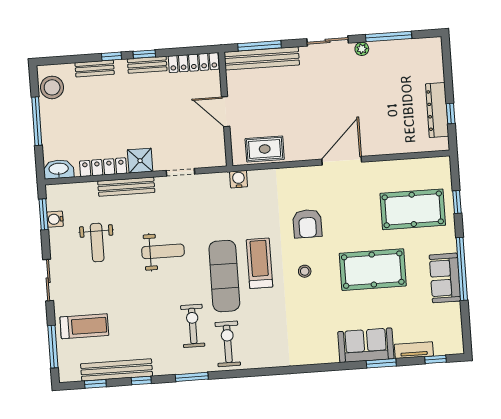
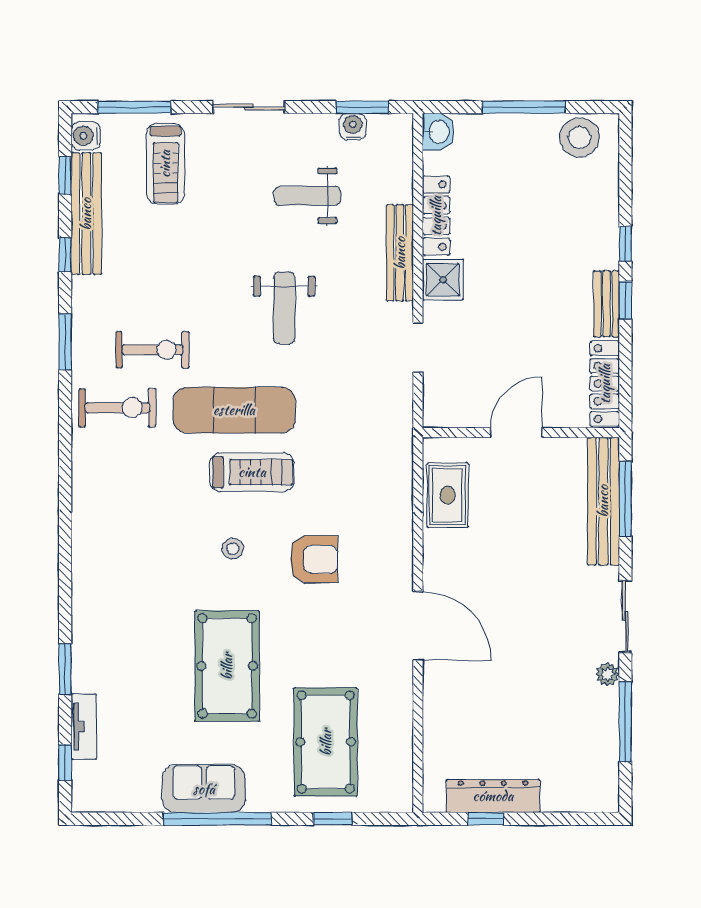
bench: (95, 68) -> (607, 213), removed
washbasin: (59, 169) -> (438, 132), width x0.72
water cooler: (239, 179) -> (86, 136), moved, turned 180
armchair: (307, 224) -> (314, 559), turned 180
sofa: (366, 345) -> (98, 645), removed

